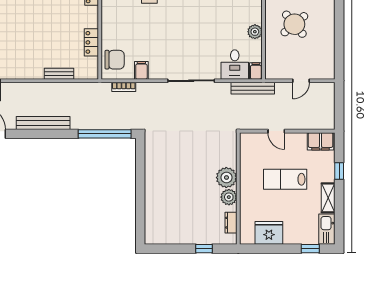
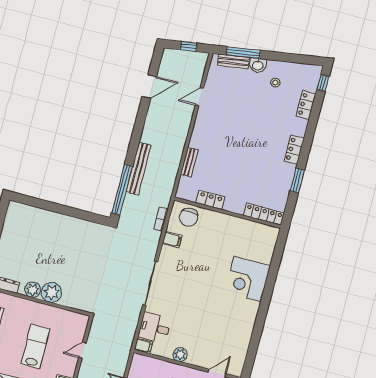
bench: (253, 88) -> (128, 339), removed
bench: (43, 123) -> (138, 169), moved

